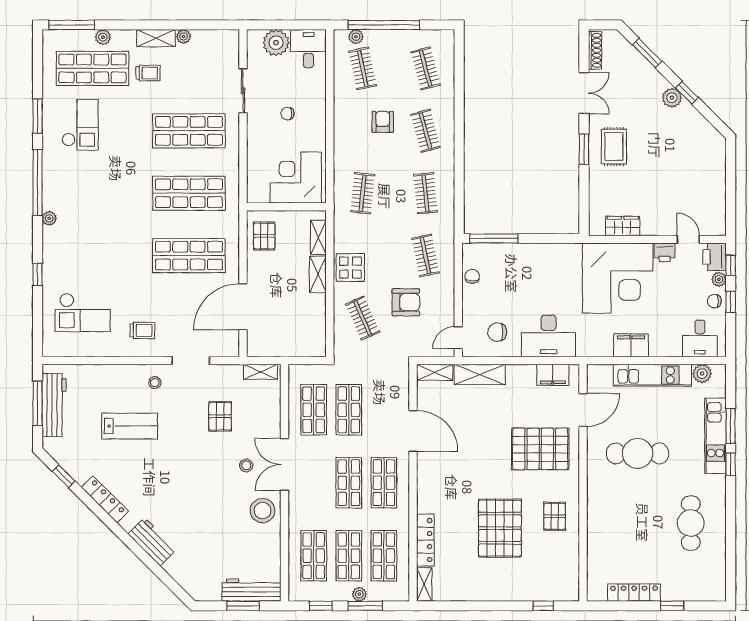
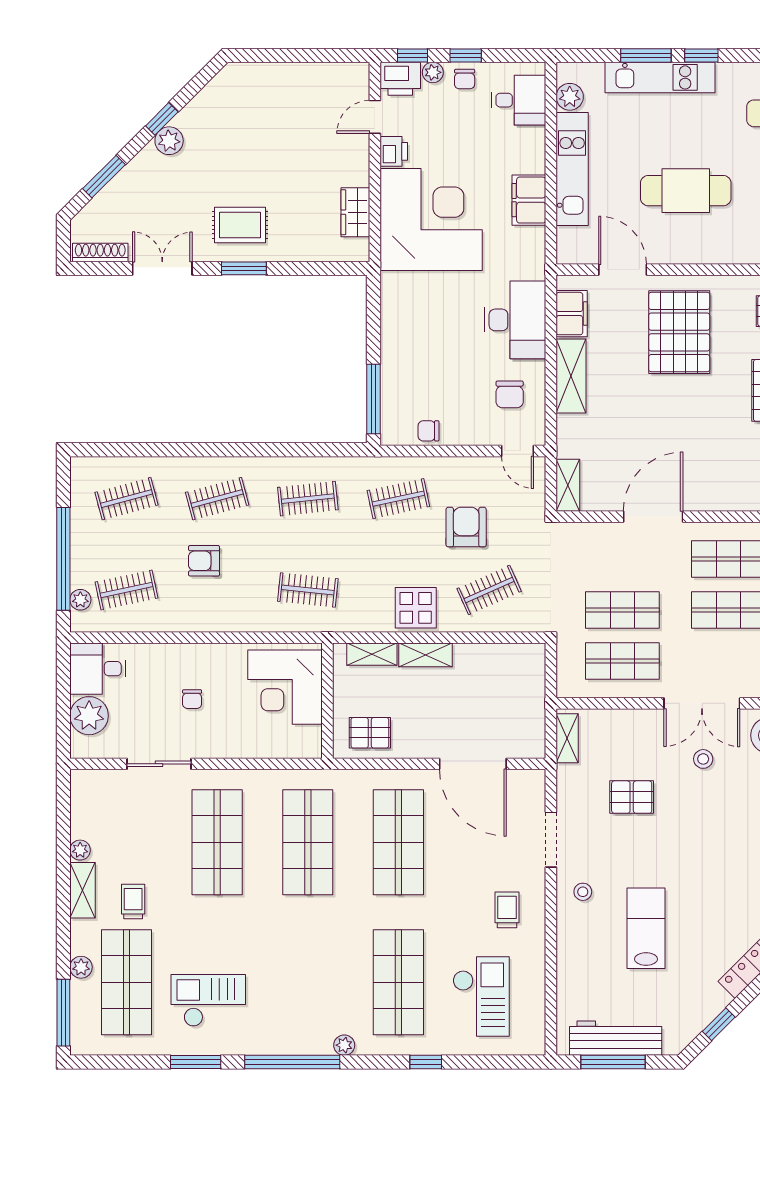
shop shelf: (93, 256) -> (398, 982), added
shelving: (480, 374) -> (571, 376), moved
cafe table: (638, 453) -> (686, 191), turned 90

